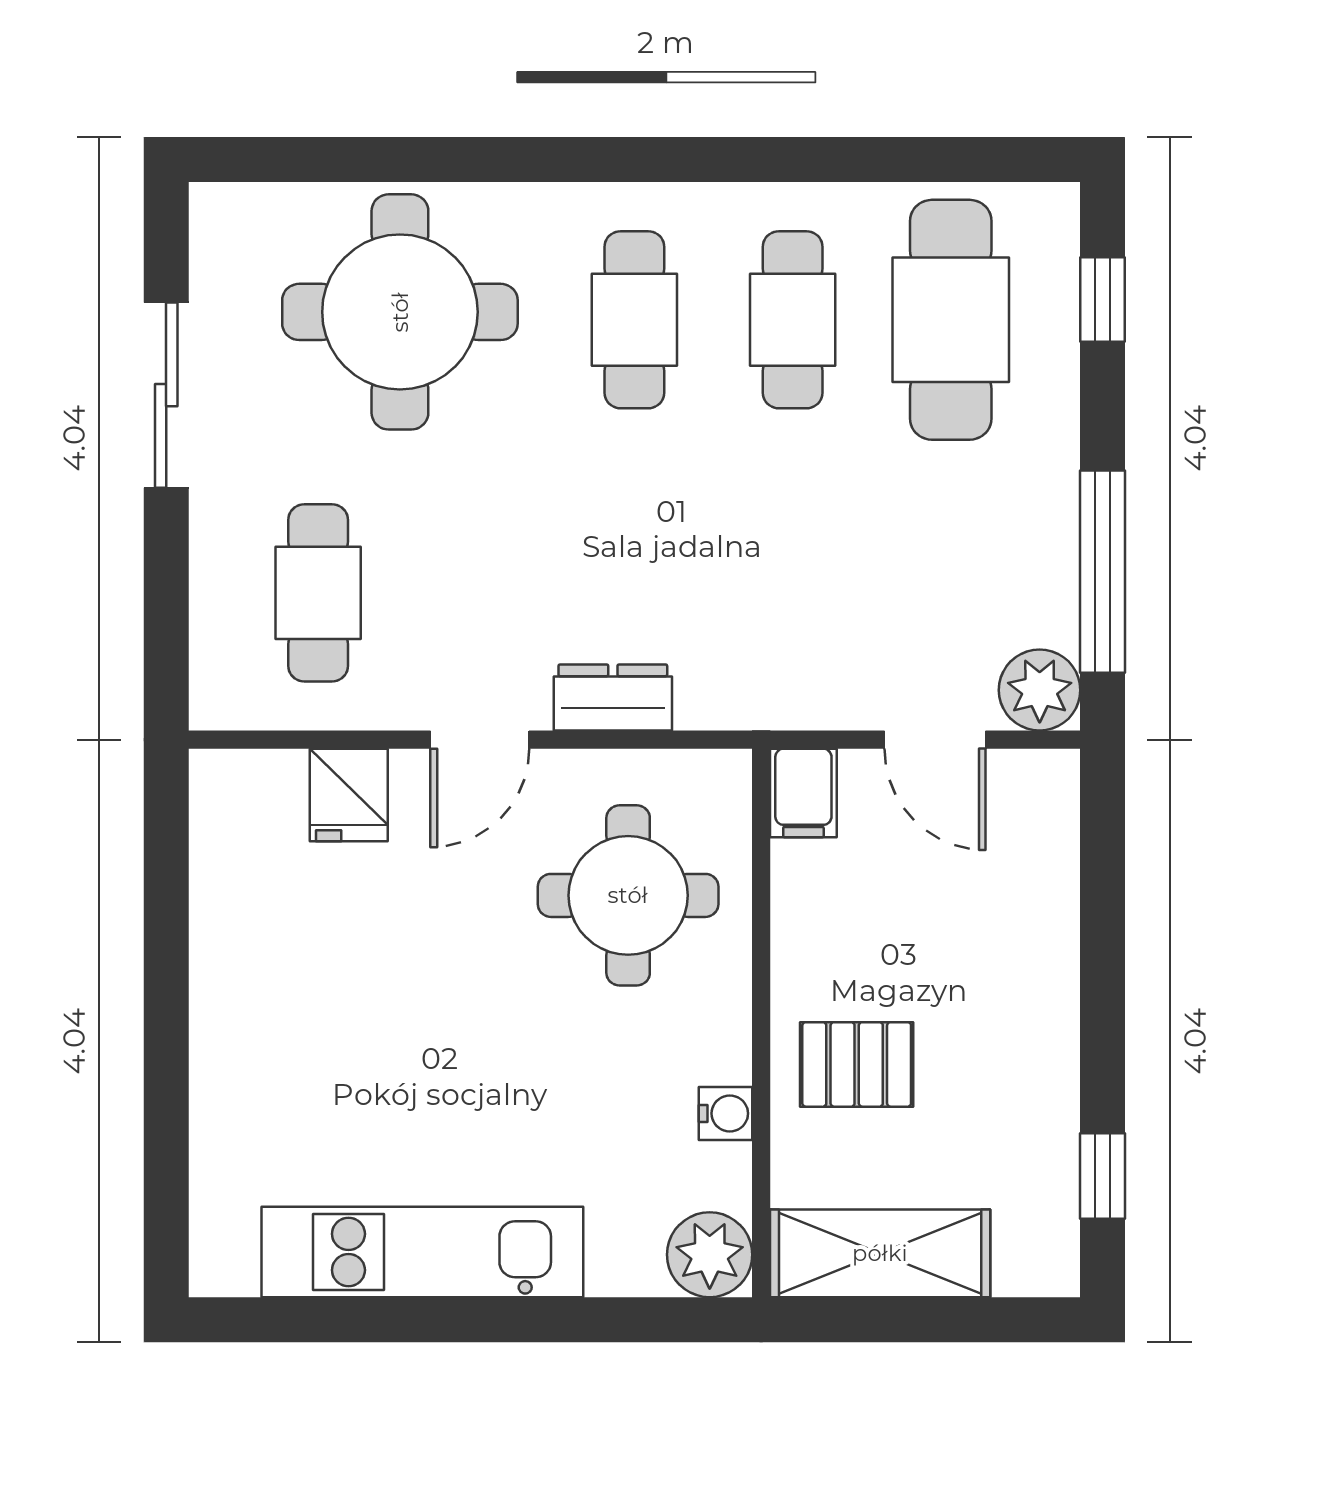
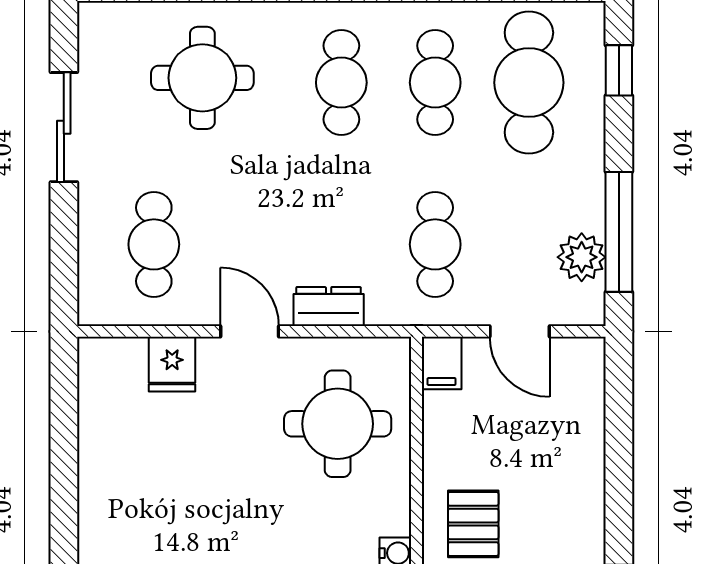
round table: (400, 312) -> (202, 78), width x0.73, depth x0.73
cafe table: (793, 593) -> (435, 244), added
plant: (1040, 690) -> (582, 257), moved
door: (480, 740) -> (250, 331), swing flipped
pallet: (857, 1064) -> (473, 524), turned 90

